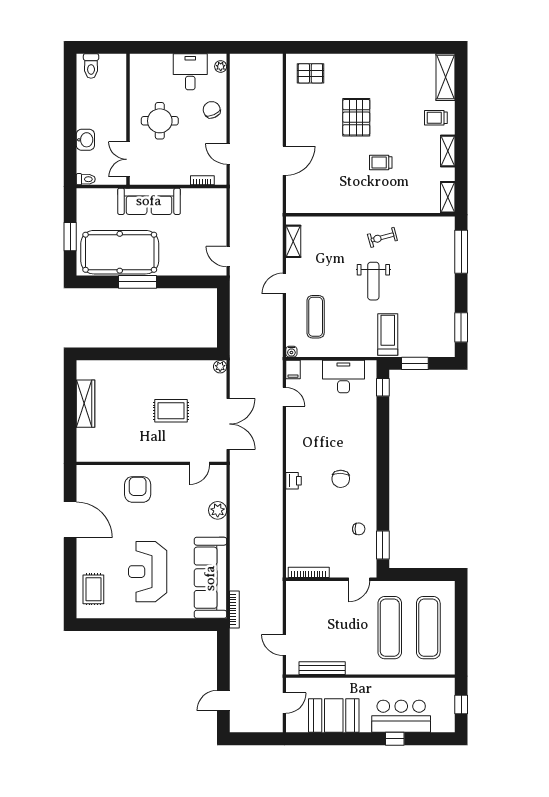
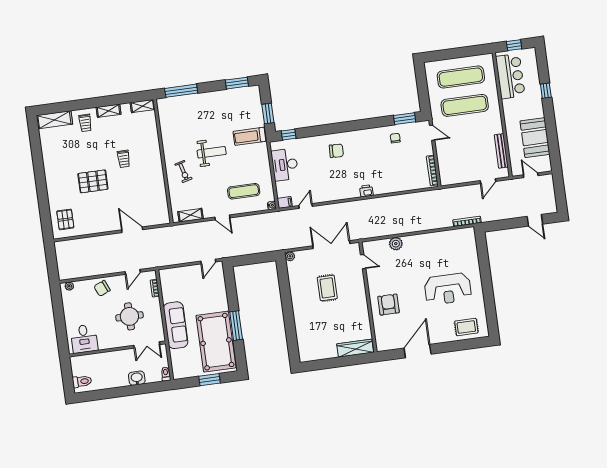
desk: (190, 72) -> (84, 339), moved, turned -90
round table: (160, 121) -> (129, 316), moved
exercise bike: (382, 237) -> (183, 172), moved
wardrobe: (86, 404) -> (355, 348), moved
chair: (341, 479) -> (336, 151), moved
armchair: (138, 489) -> (388, 305), turned 90
sofa: (210, 578) -> (446, 242), removed
bar counter: (401, 716) -> (510, 76), moved, turned 180

